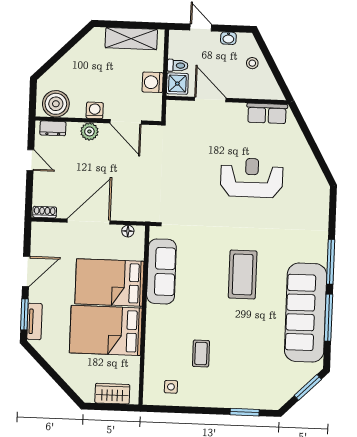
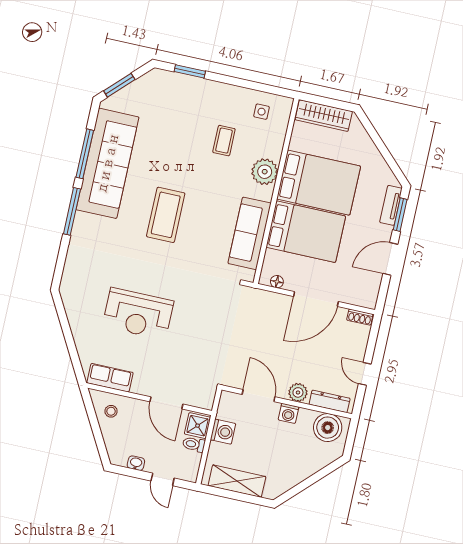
stool: (252, 63) -> (111, 411), moved
dresser: (53, 128) -> (330, 401), width x1.44
plant: (158, 331) -> (265, 172), added
wardrobe: (112, 394) -> (324, 116), width x1.50

